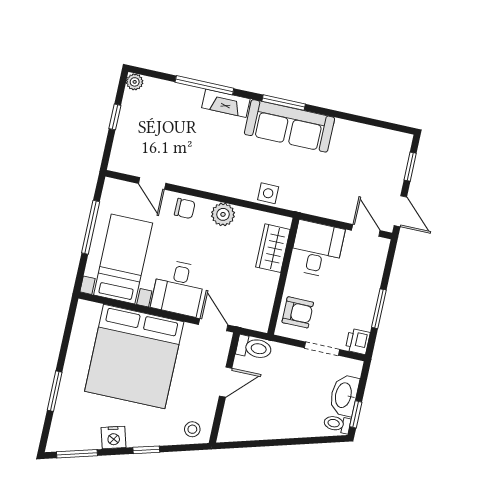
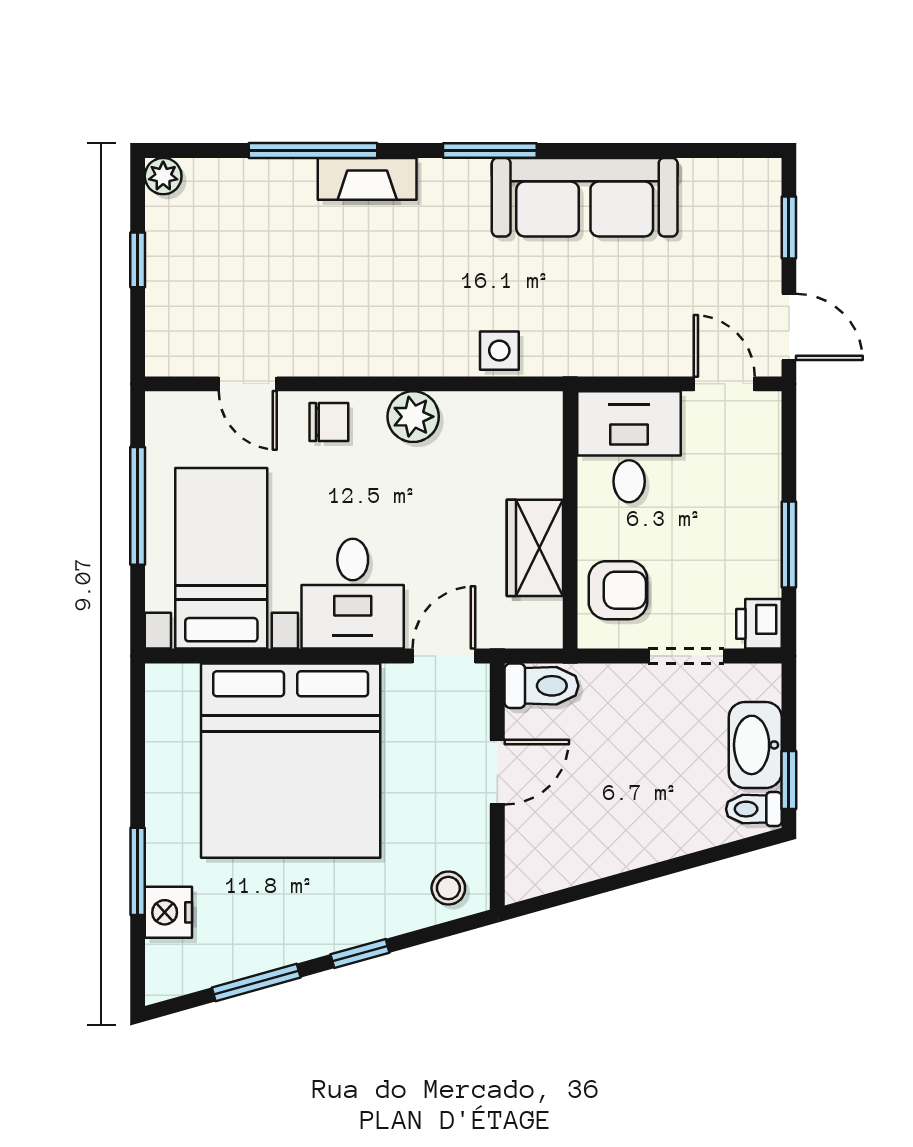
sofa: (289, 126) -> (585, 197), moved
wardrobe: (273, 248) -> (535, 548), moved
door: (213, 325) -> (444, 656), hinge flipped
nightstand: (114, 438) -> (168, 912), moved, turned 106
window: (77, 454) -> (256, 983), moved

